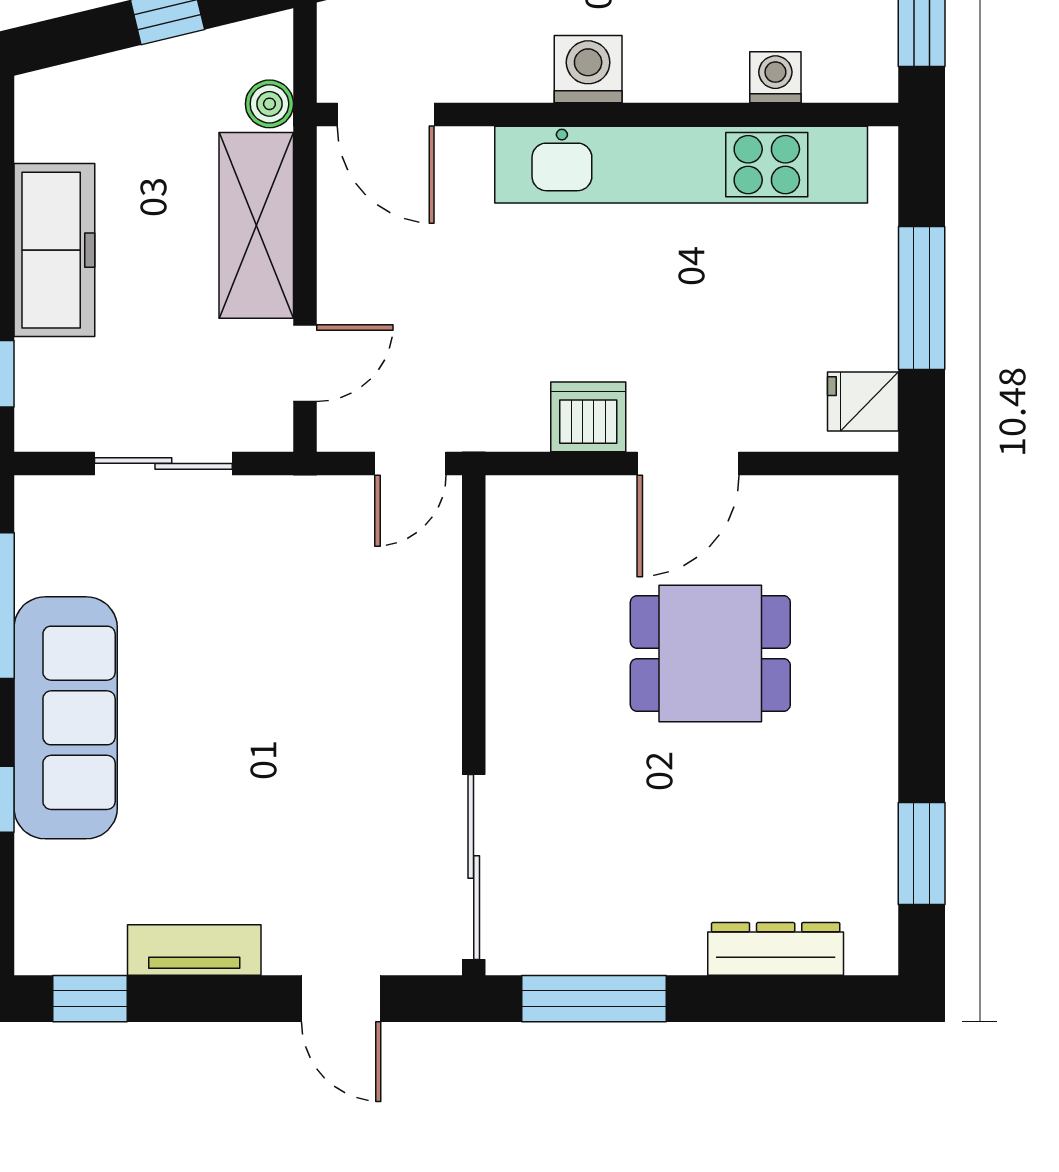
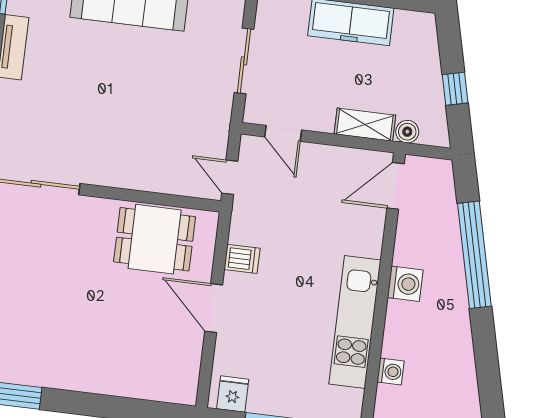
kitchen unit: (681, 165) -> (355, 322), width x0.73
shelving: (256, 225) -> (365, 125), width x0.67, depth x0.75
dishwasher: (588, 417) -> (242, 259), width x0.73
dining table: (710, 653) -> (155, 239), moved, turned 90

